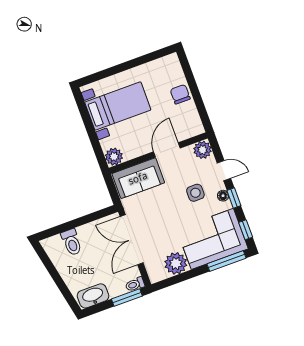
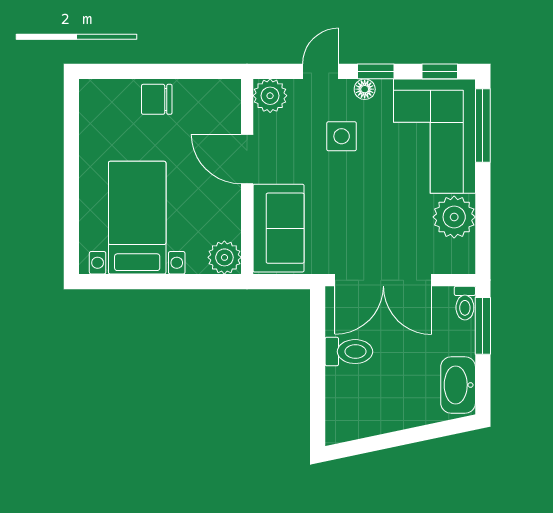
toilet: (72, 242) -> (349, 352), moved

